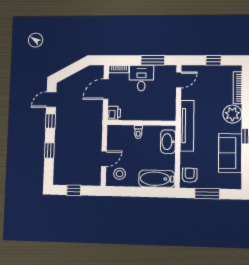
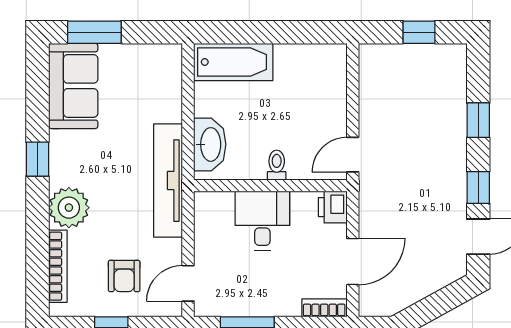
desk: (141, 78) -> (262, 221), moved, turned 180
sofa: (230, 153) -> (73, 86), moved
door: (104, 159) -> (353, 155), moved
stool: (120, 174) -> (316, 71), removed
armchair: (190, 175) -> (124, 276), moved
window: (207, 194) -> (94, 32), moved

